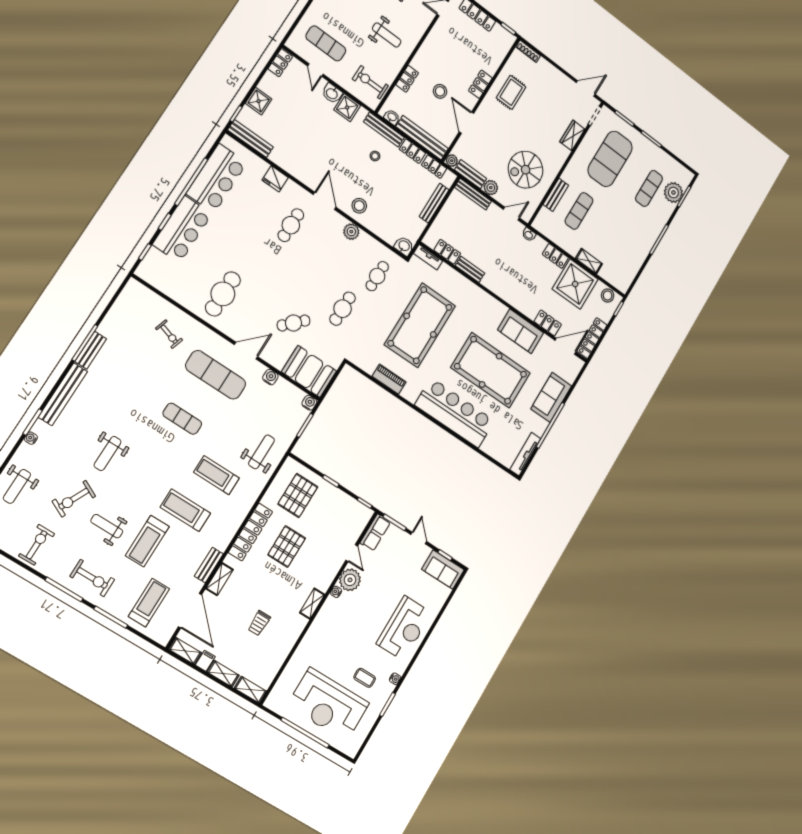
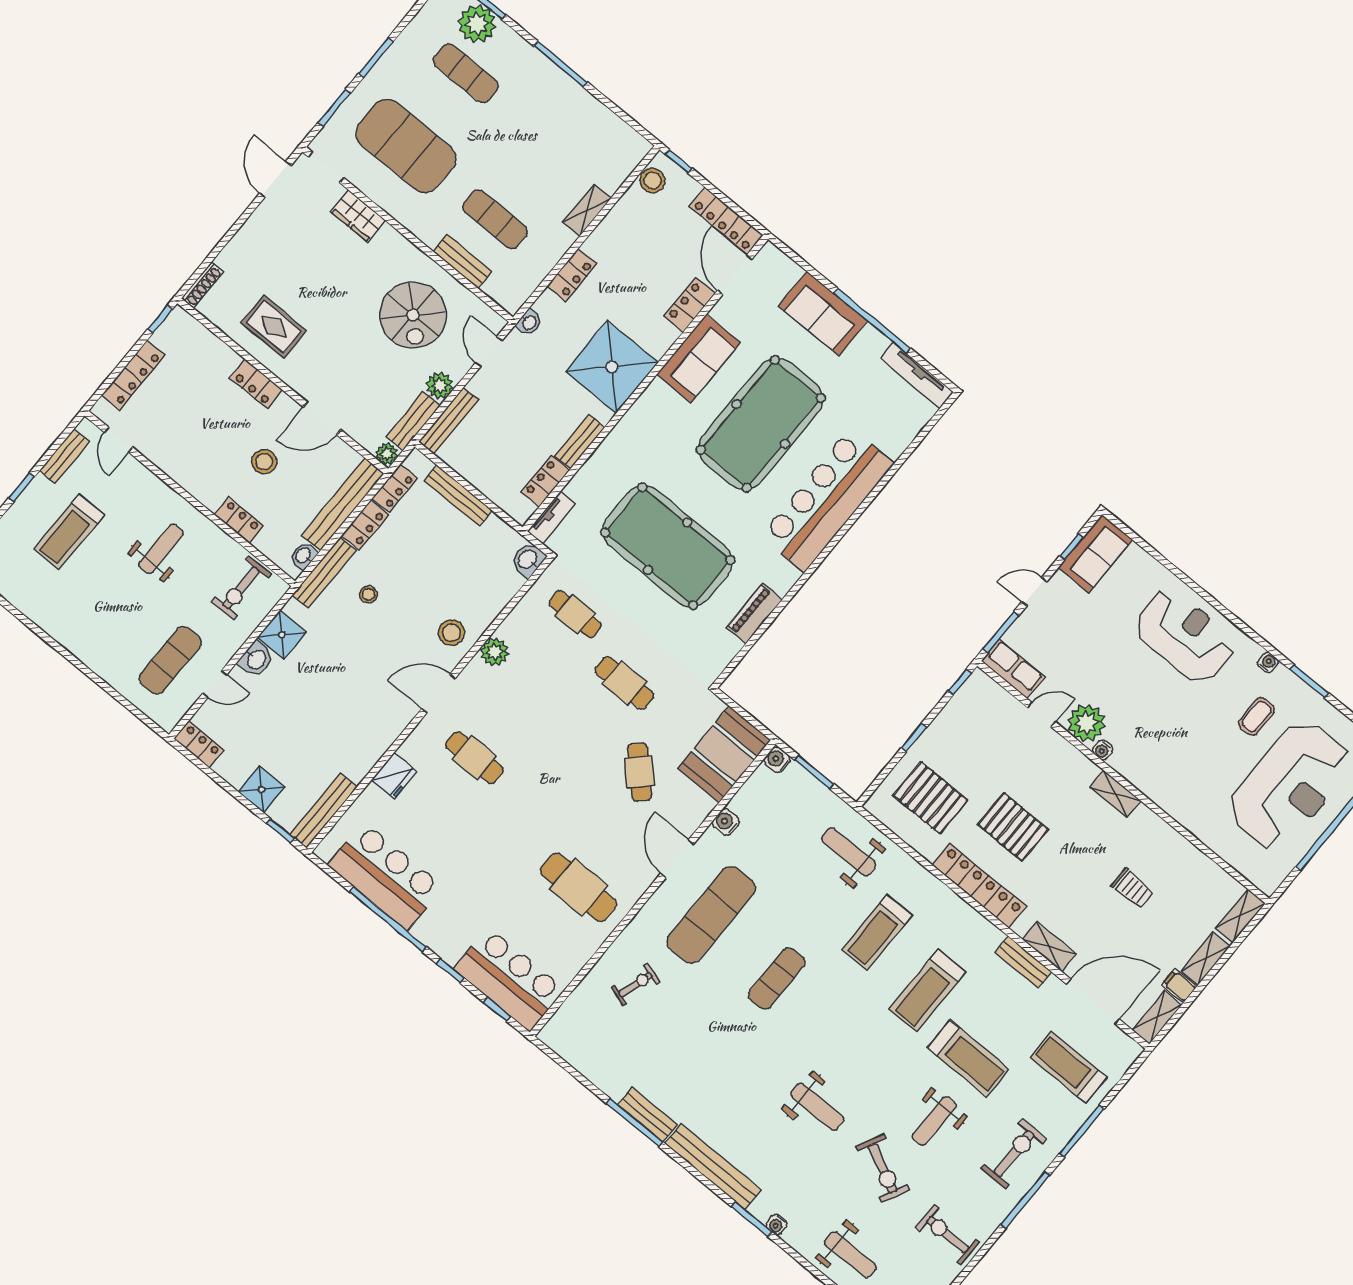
bar counter: (182, 229) -> (509, 979), moved
shower: (575, 284) -> (612, 367), moved

